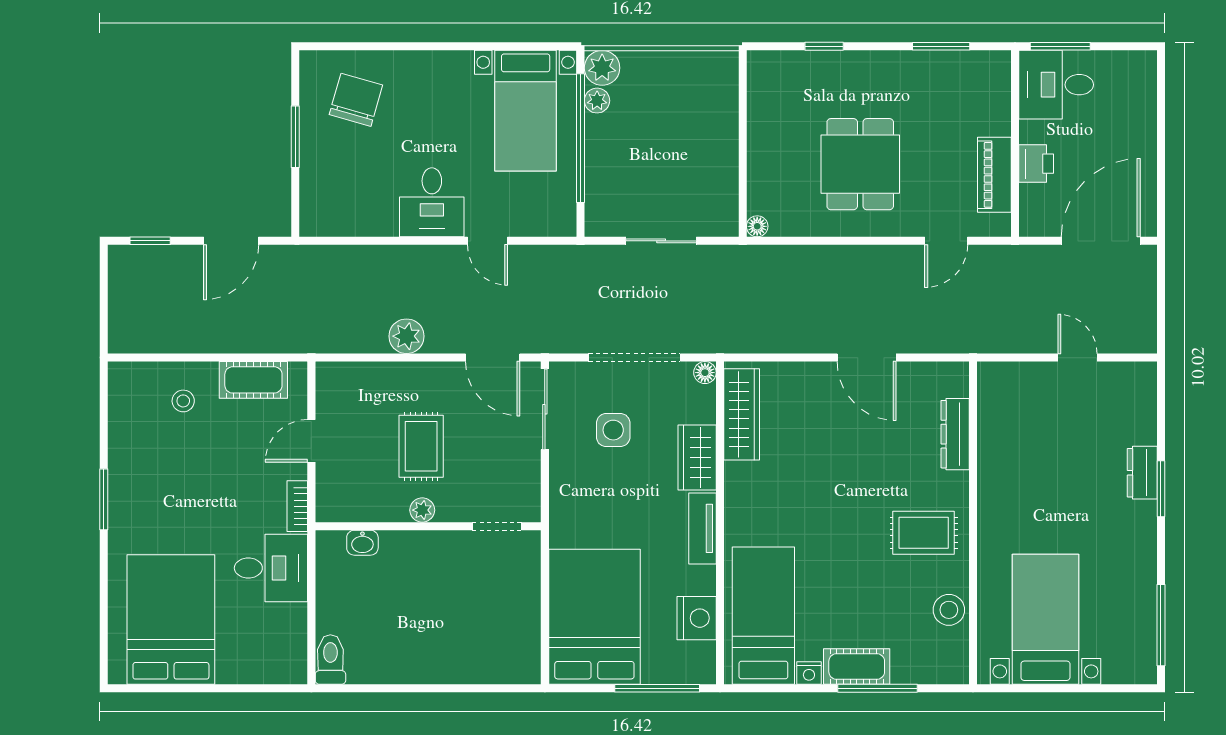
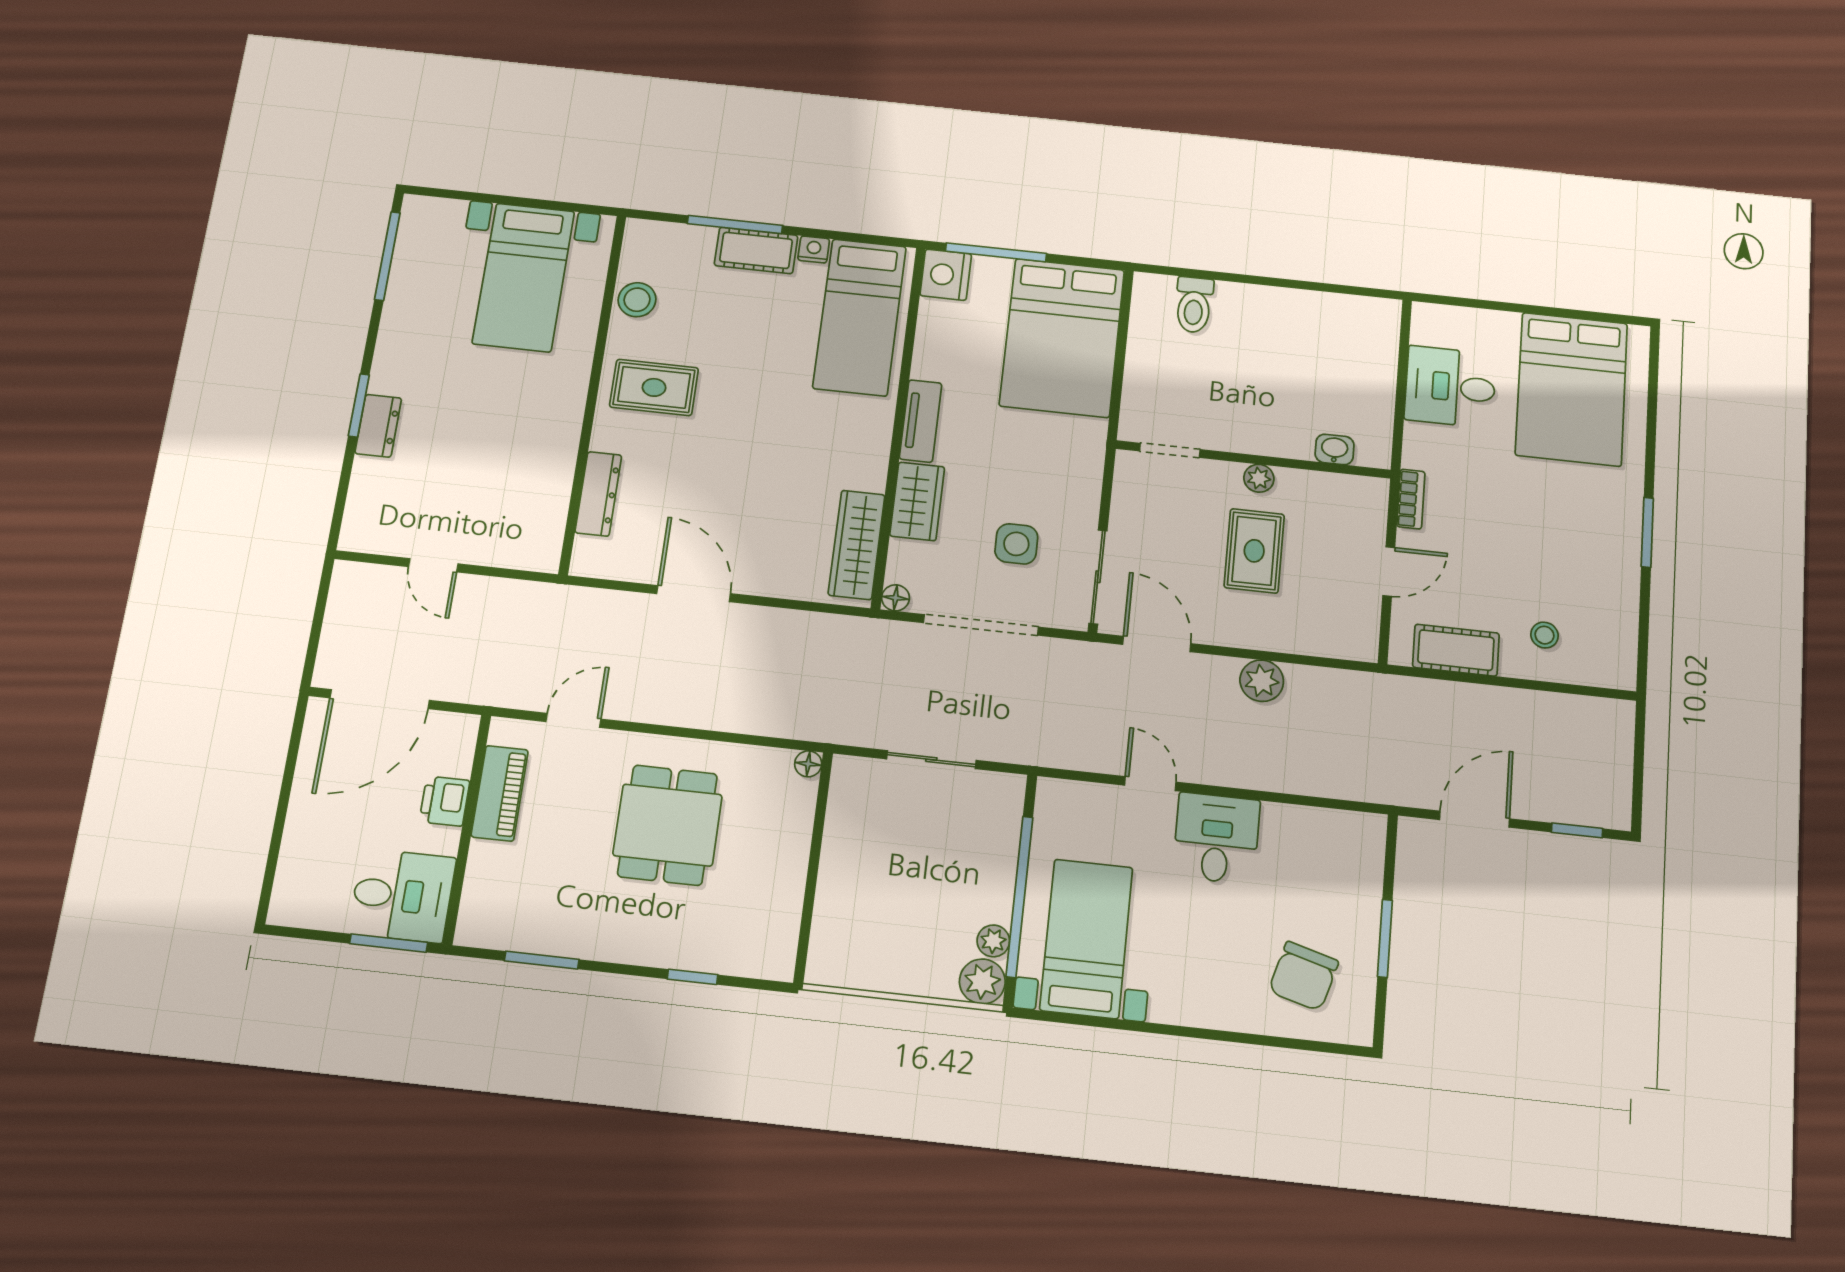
desk: (271, 568) -> (1450, 387), moved
nightstand: (697, 618) -> (946, 275), moved
toilet: (330, 659) -> (1194, 305), moved

